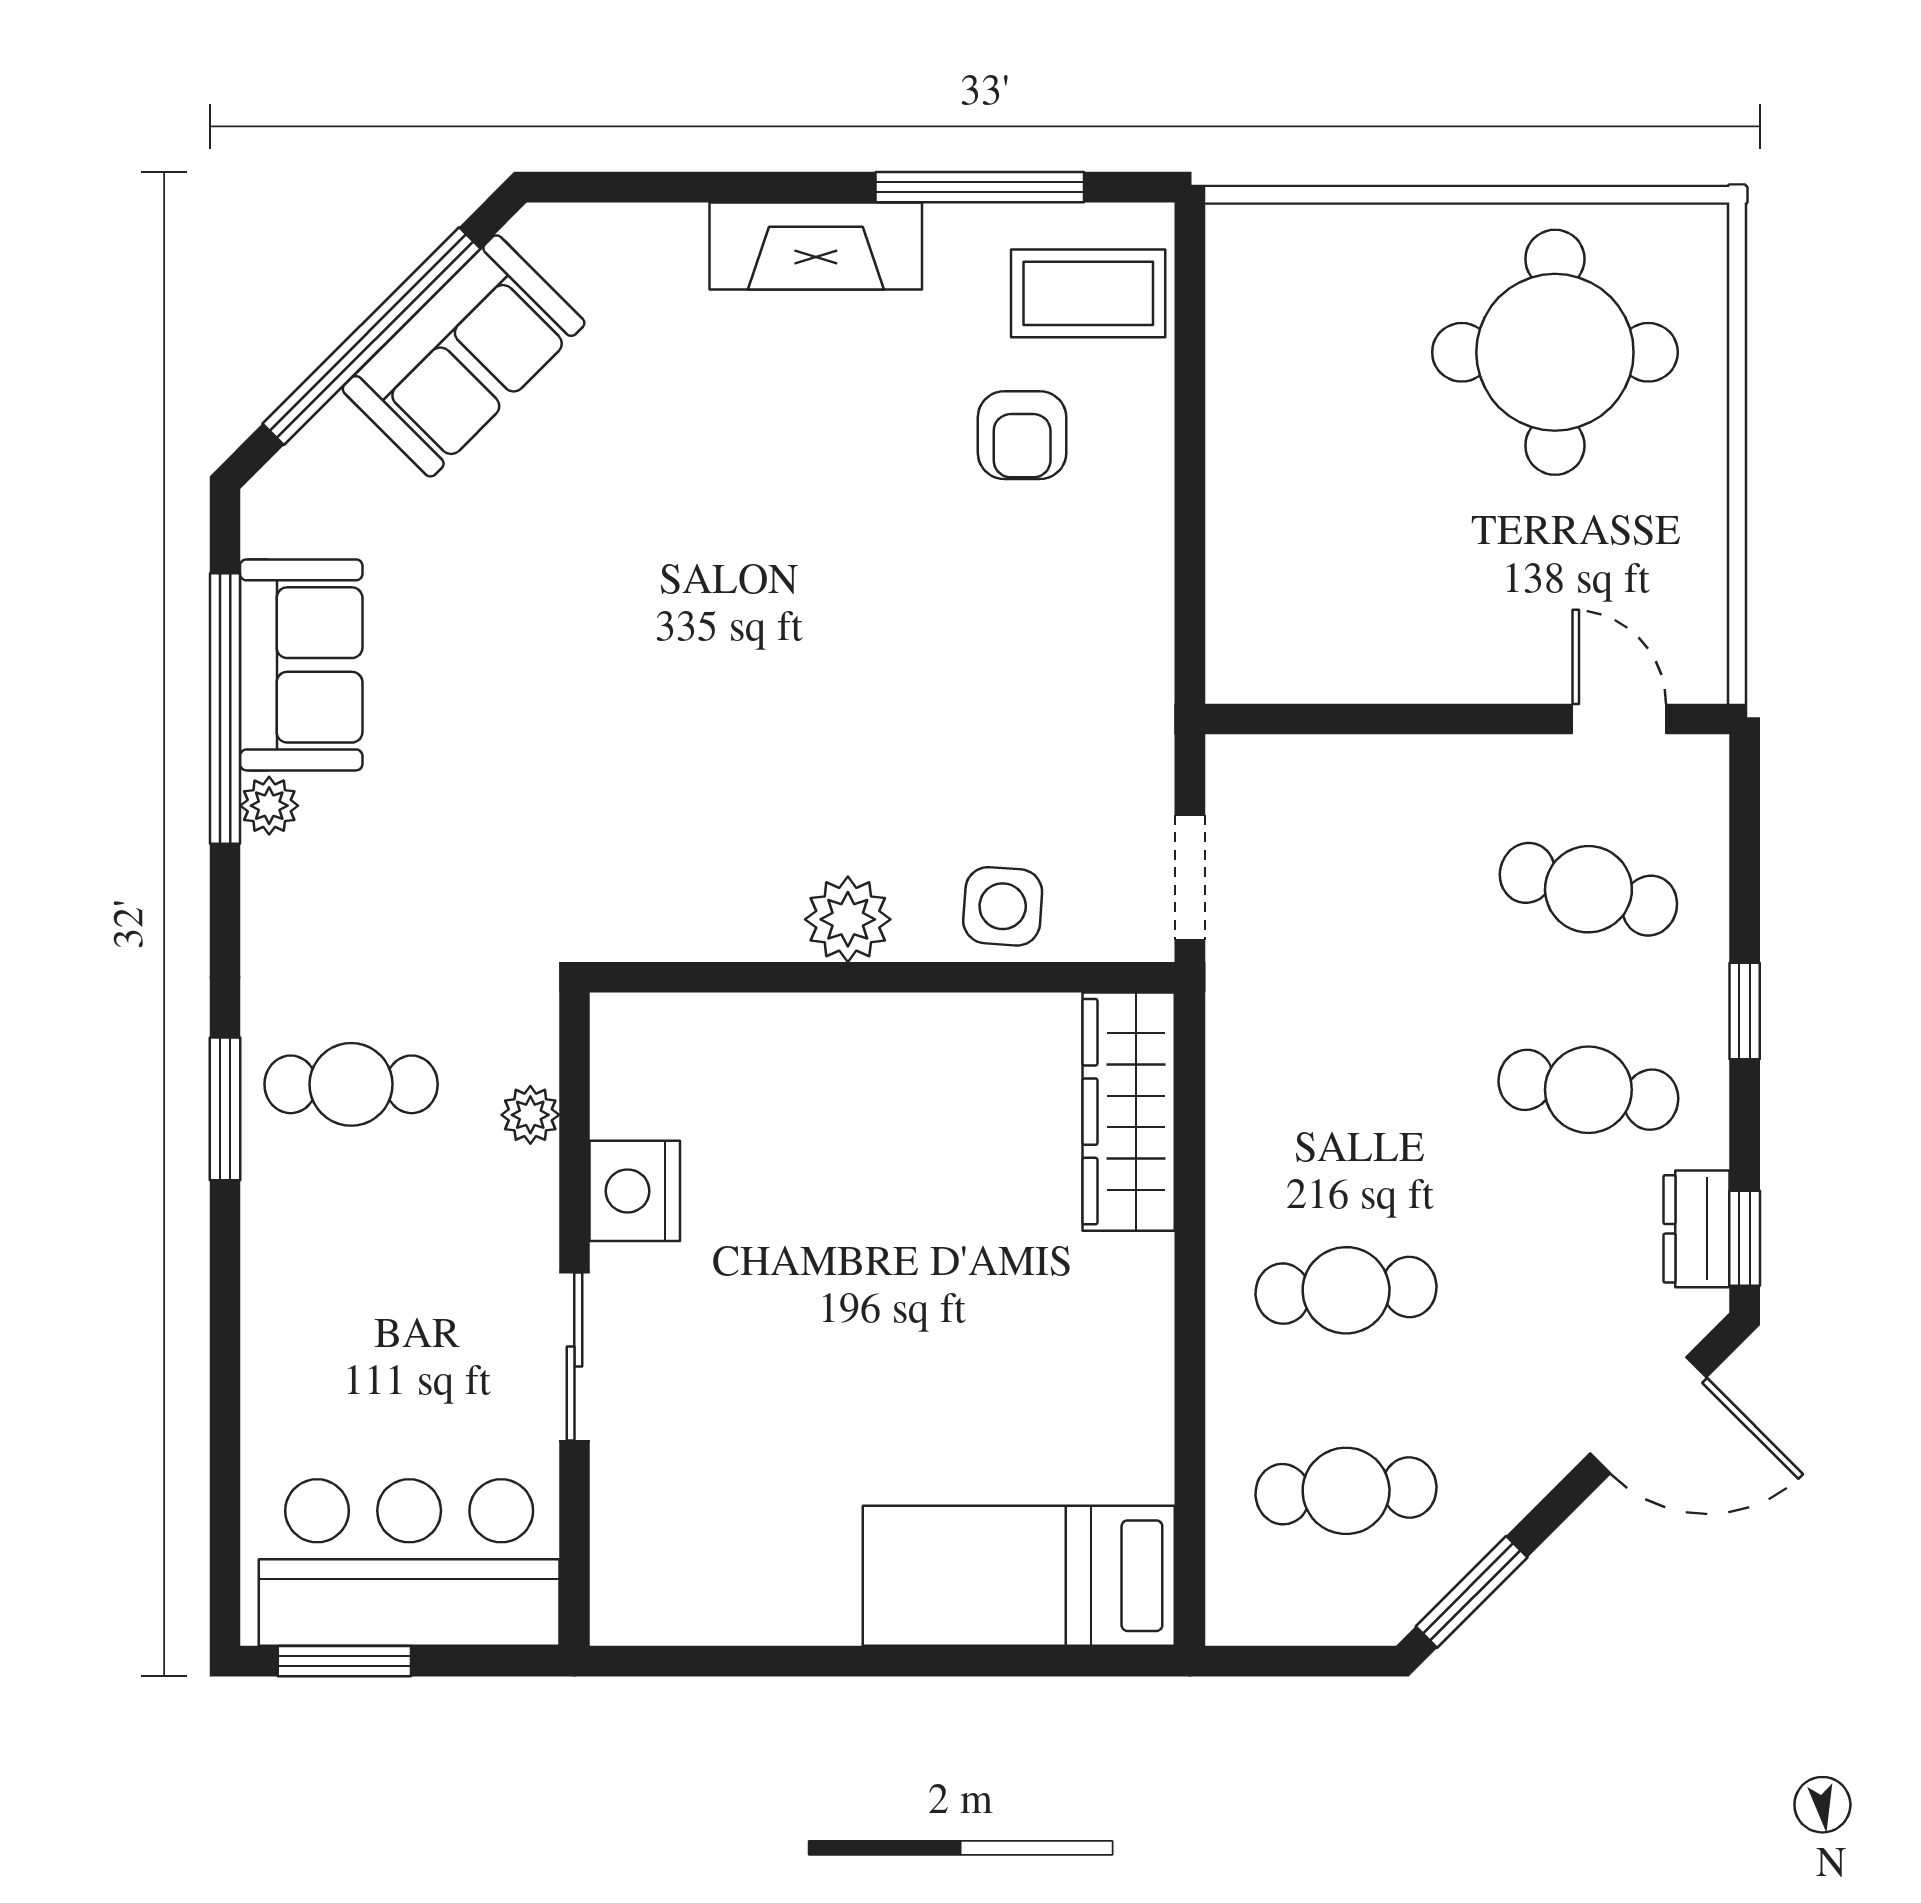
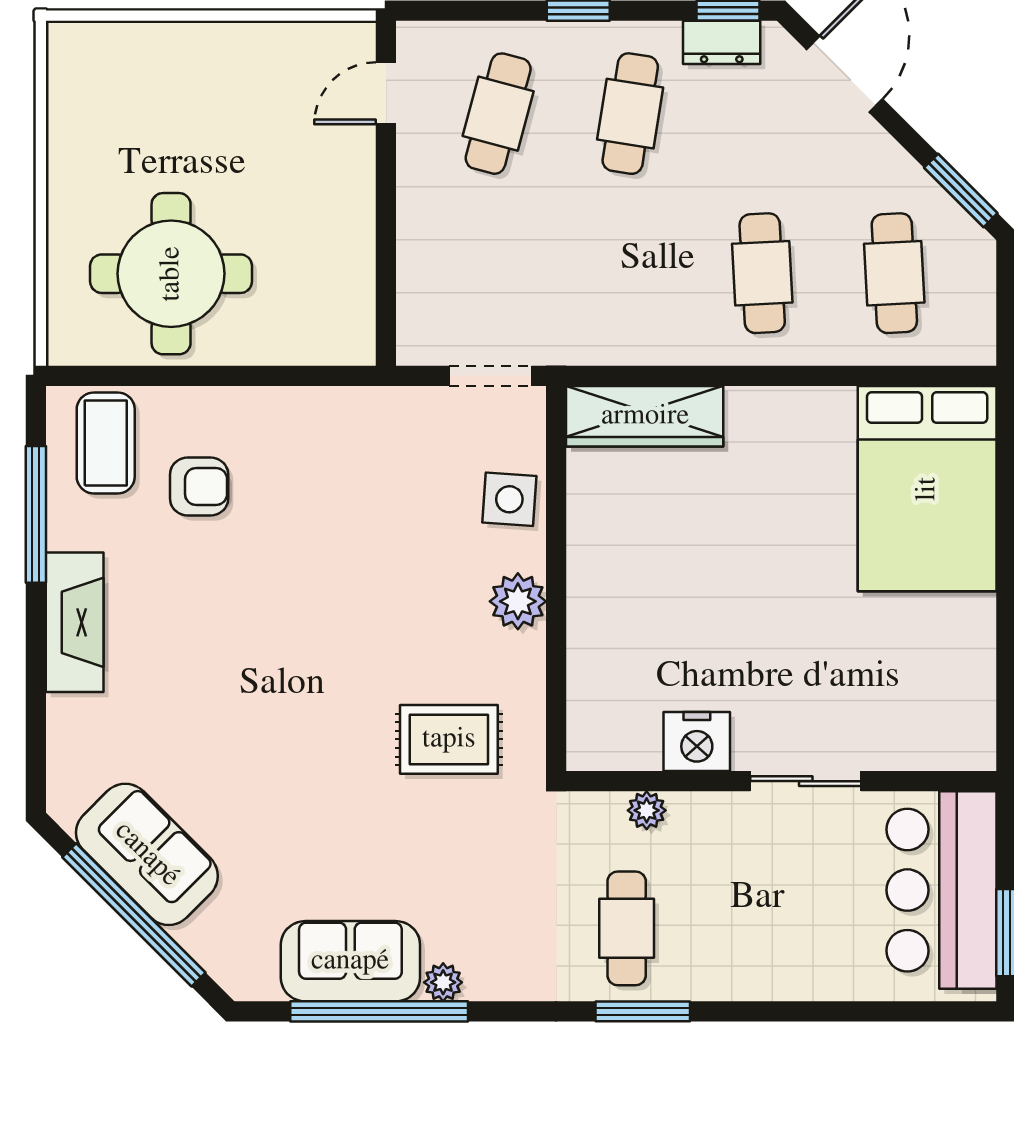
round table: (1555, 352) -> (171, 274), moved
rug: (638, 815) -> (449, 739), added
bed: (1019, 1576) -> (927, 489), width x1.50

